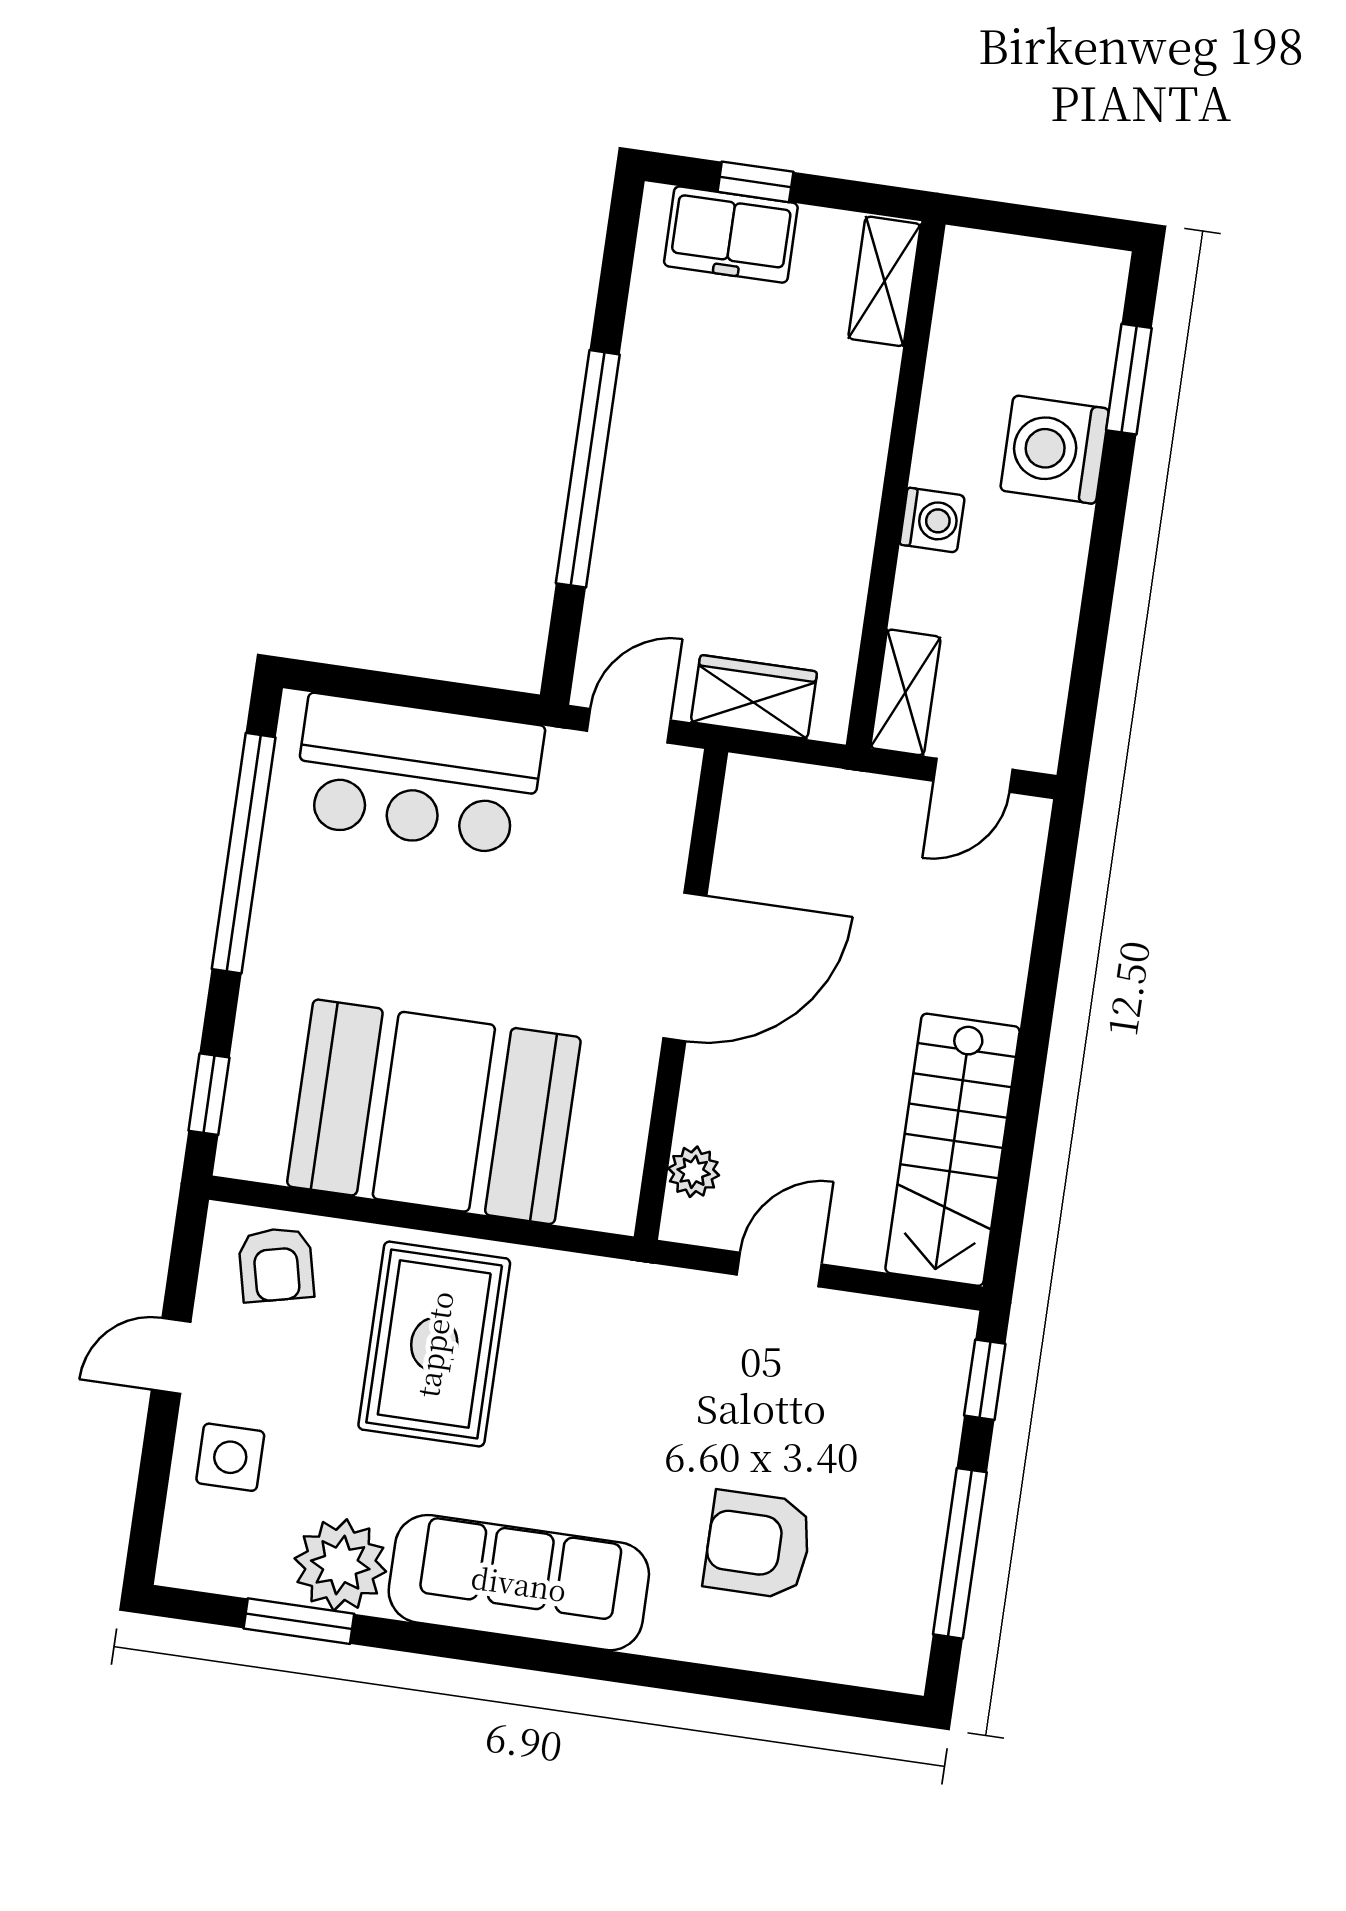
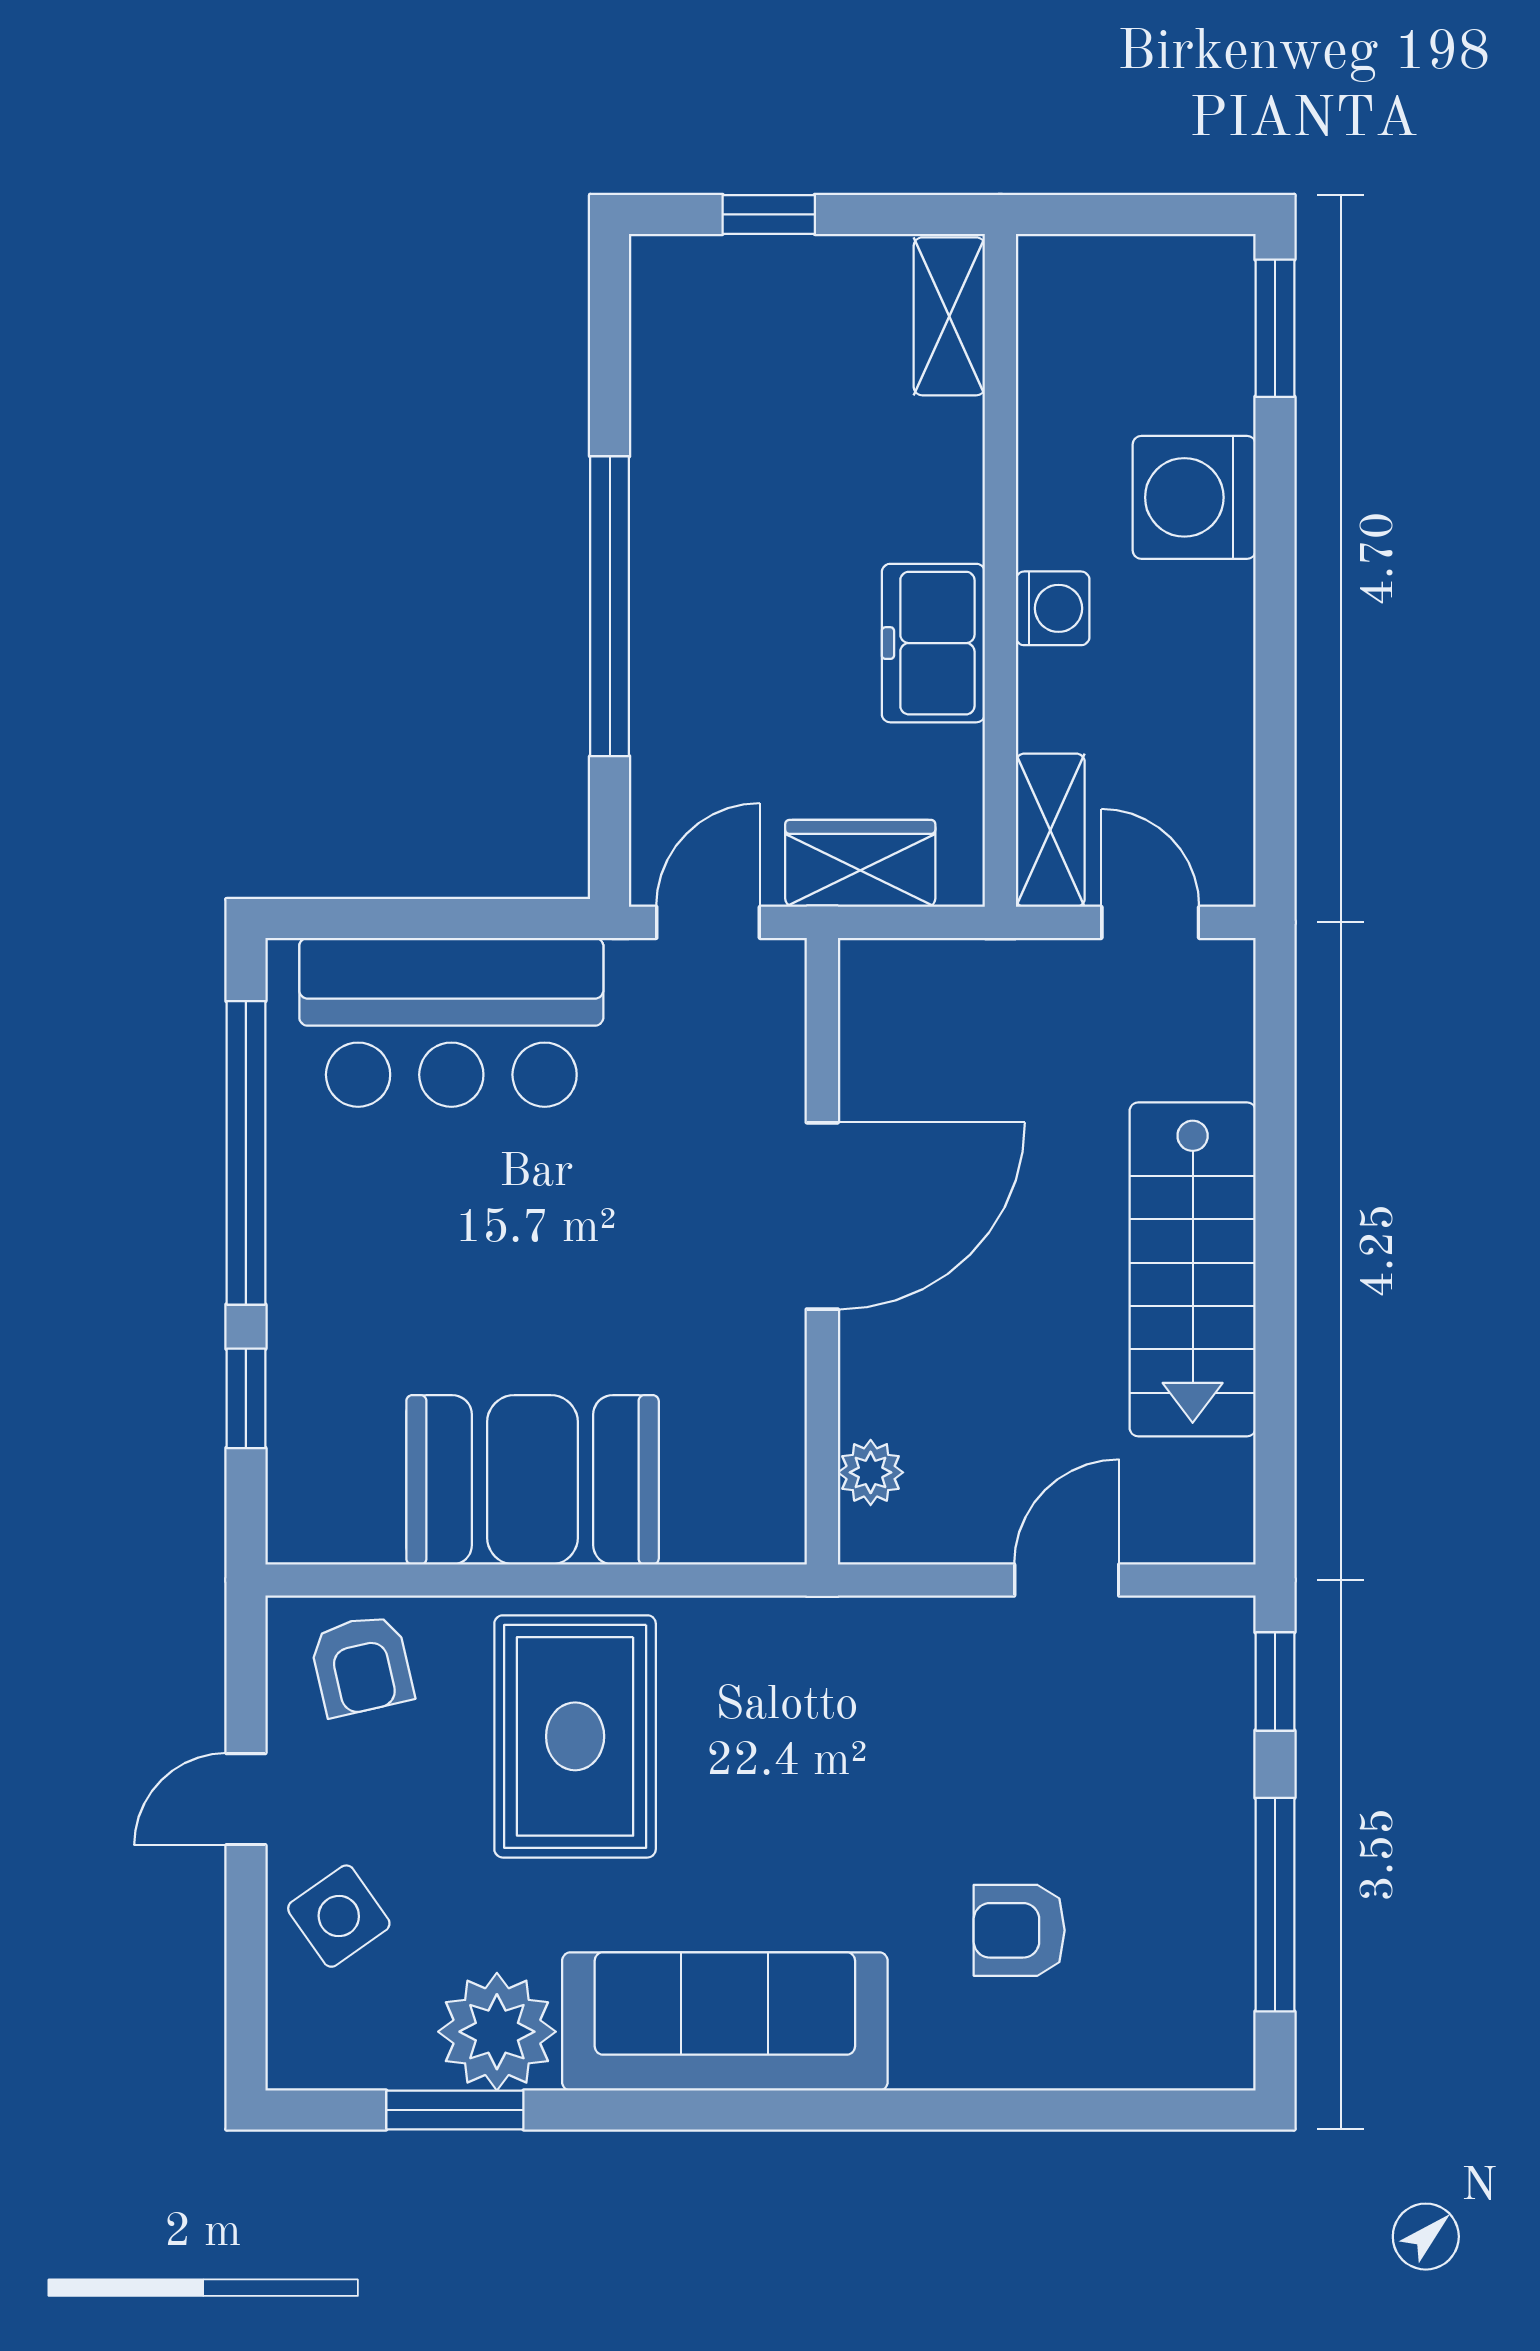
freezer: (731, 235) -> (933, 643), moved, turned 90
window: (1129, 379) -> (1275, 328), moved
door: (973, 775) -> (1150, 922), swing flipped
window: (209, 1094) -> (246, 1398), moved
booth: (434, 1112) -> (533, 1480), width x0.73, depth x0.70
stairs: (953, 1150) -> (1193, 1269), moved
door: (779, 1270) -> (1067, 1580), moved
side table: (230, 1457) -> (339, 1916), turned -35
armchair: (758, 1545) -> (1019, 1930), width x0.72, depth x0.72

